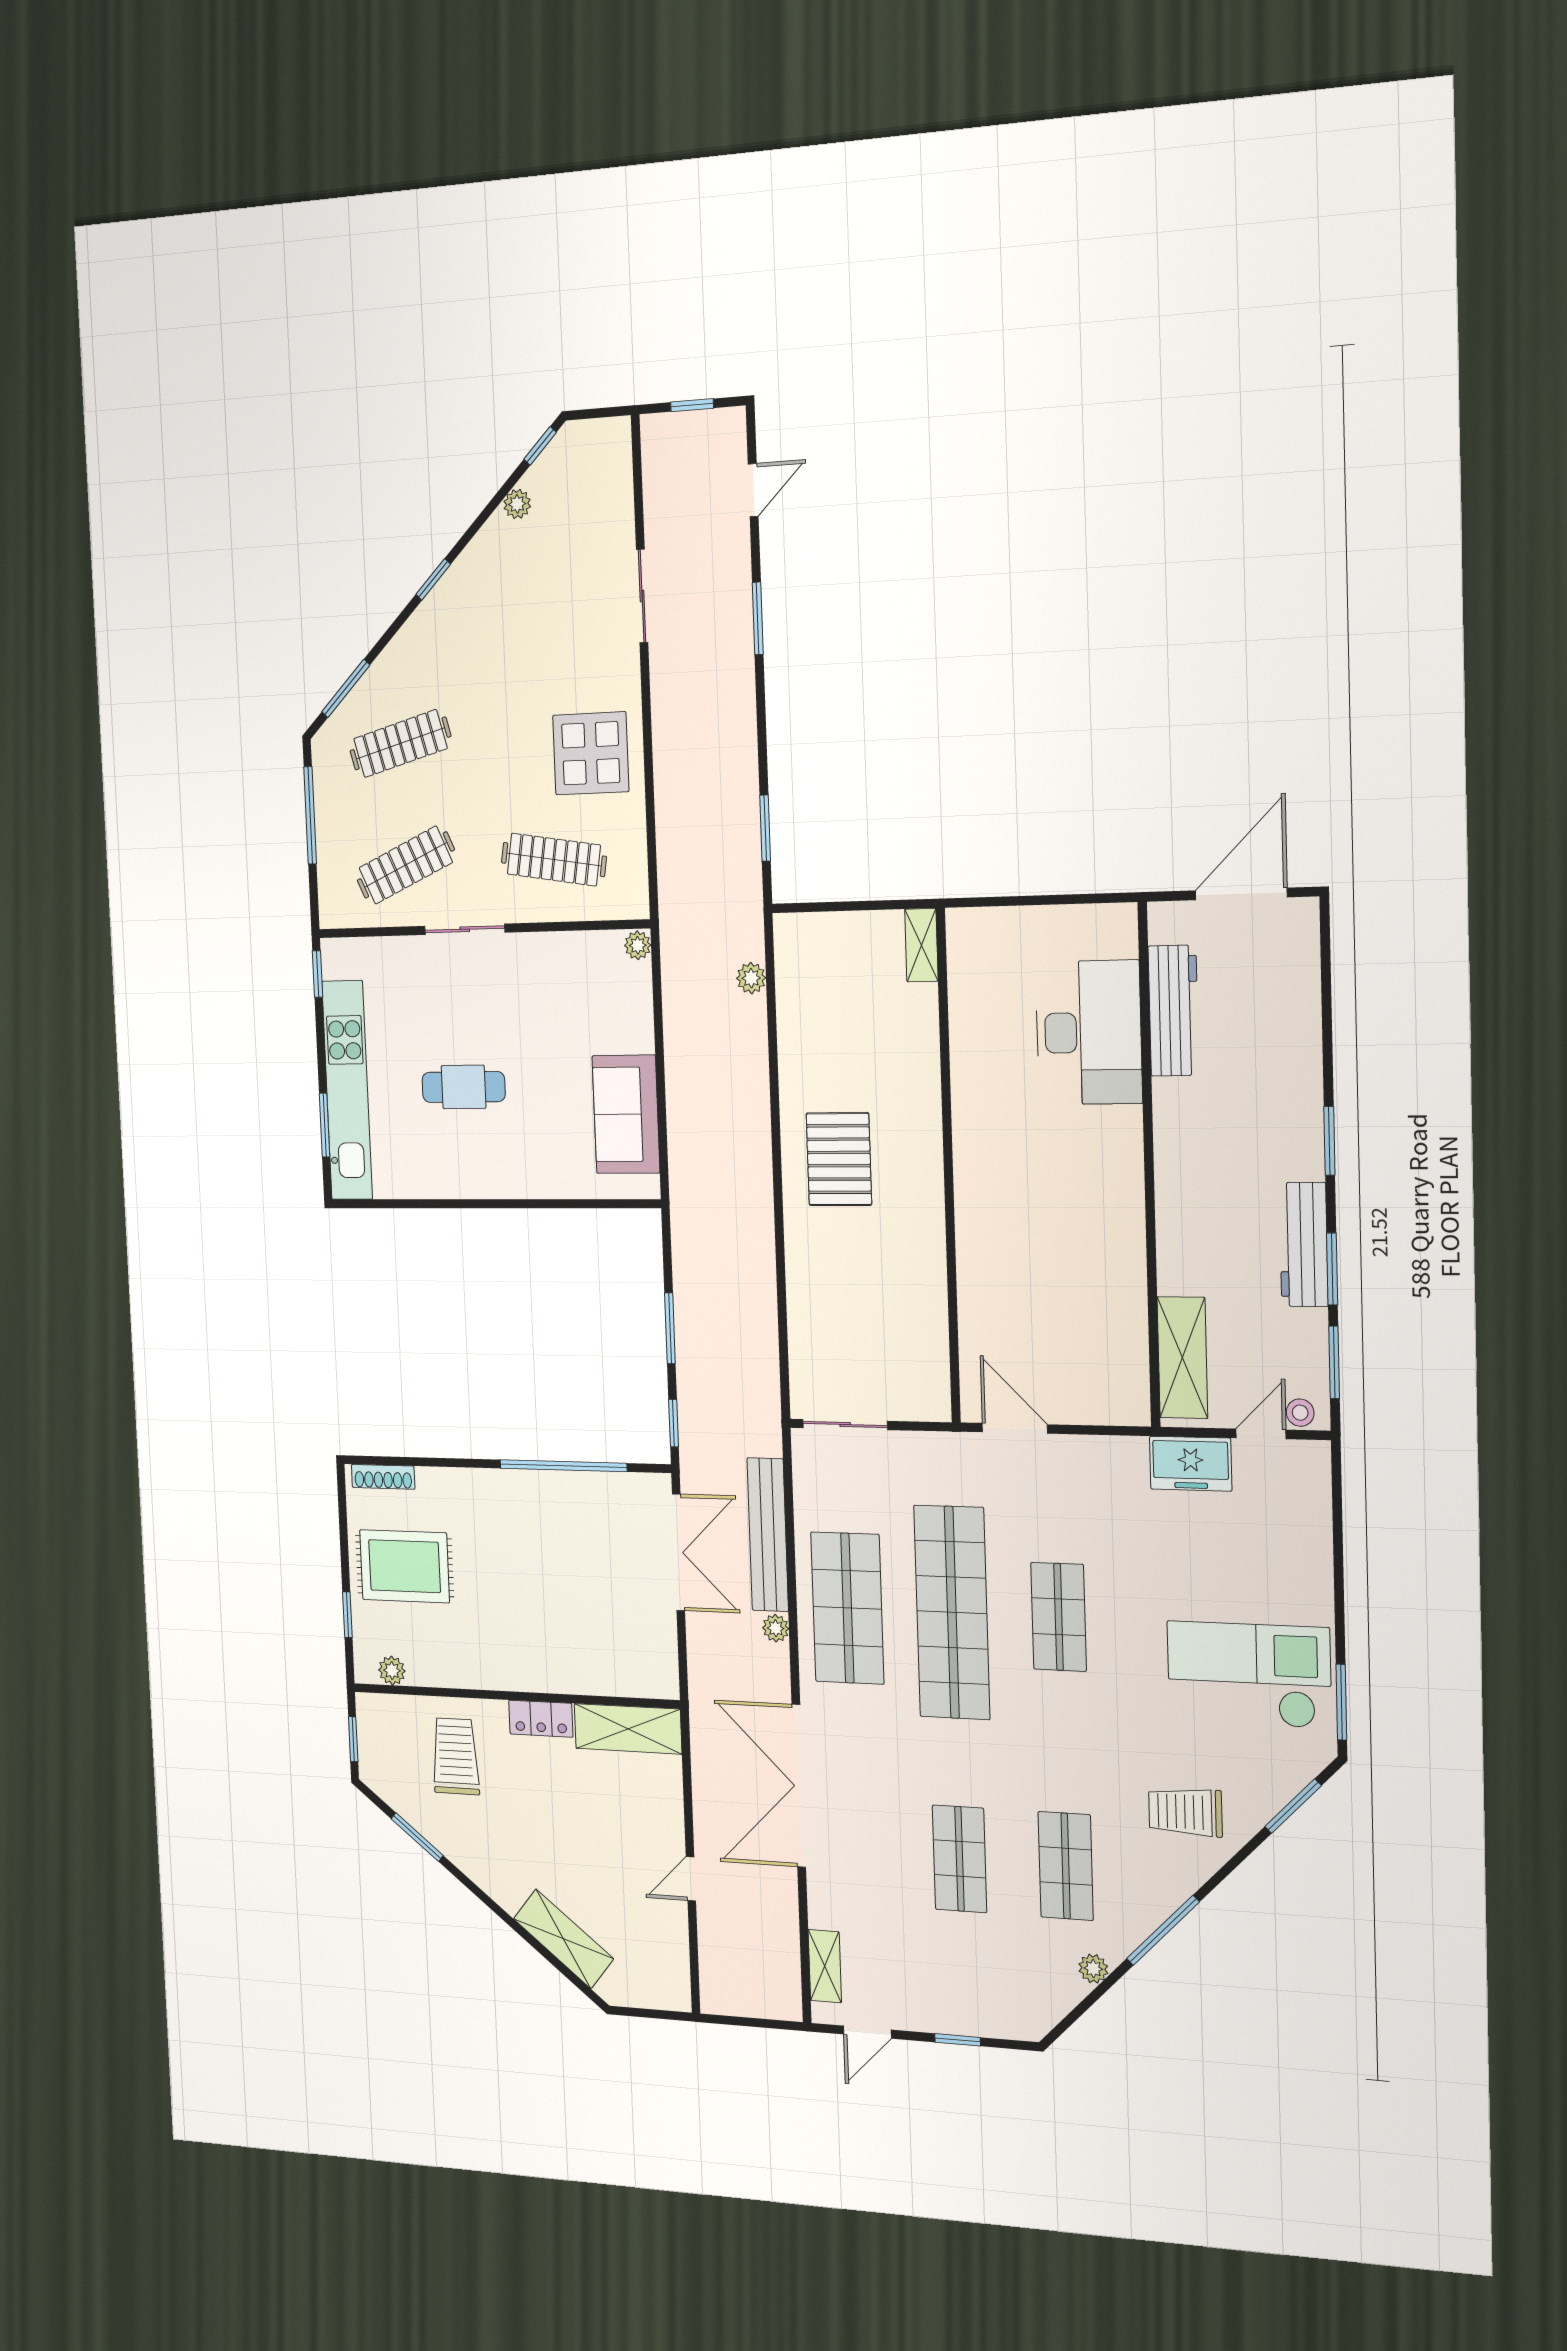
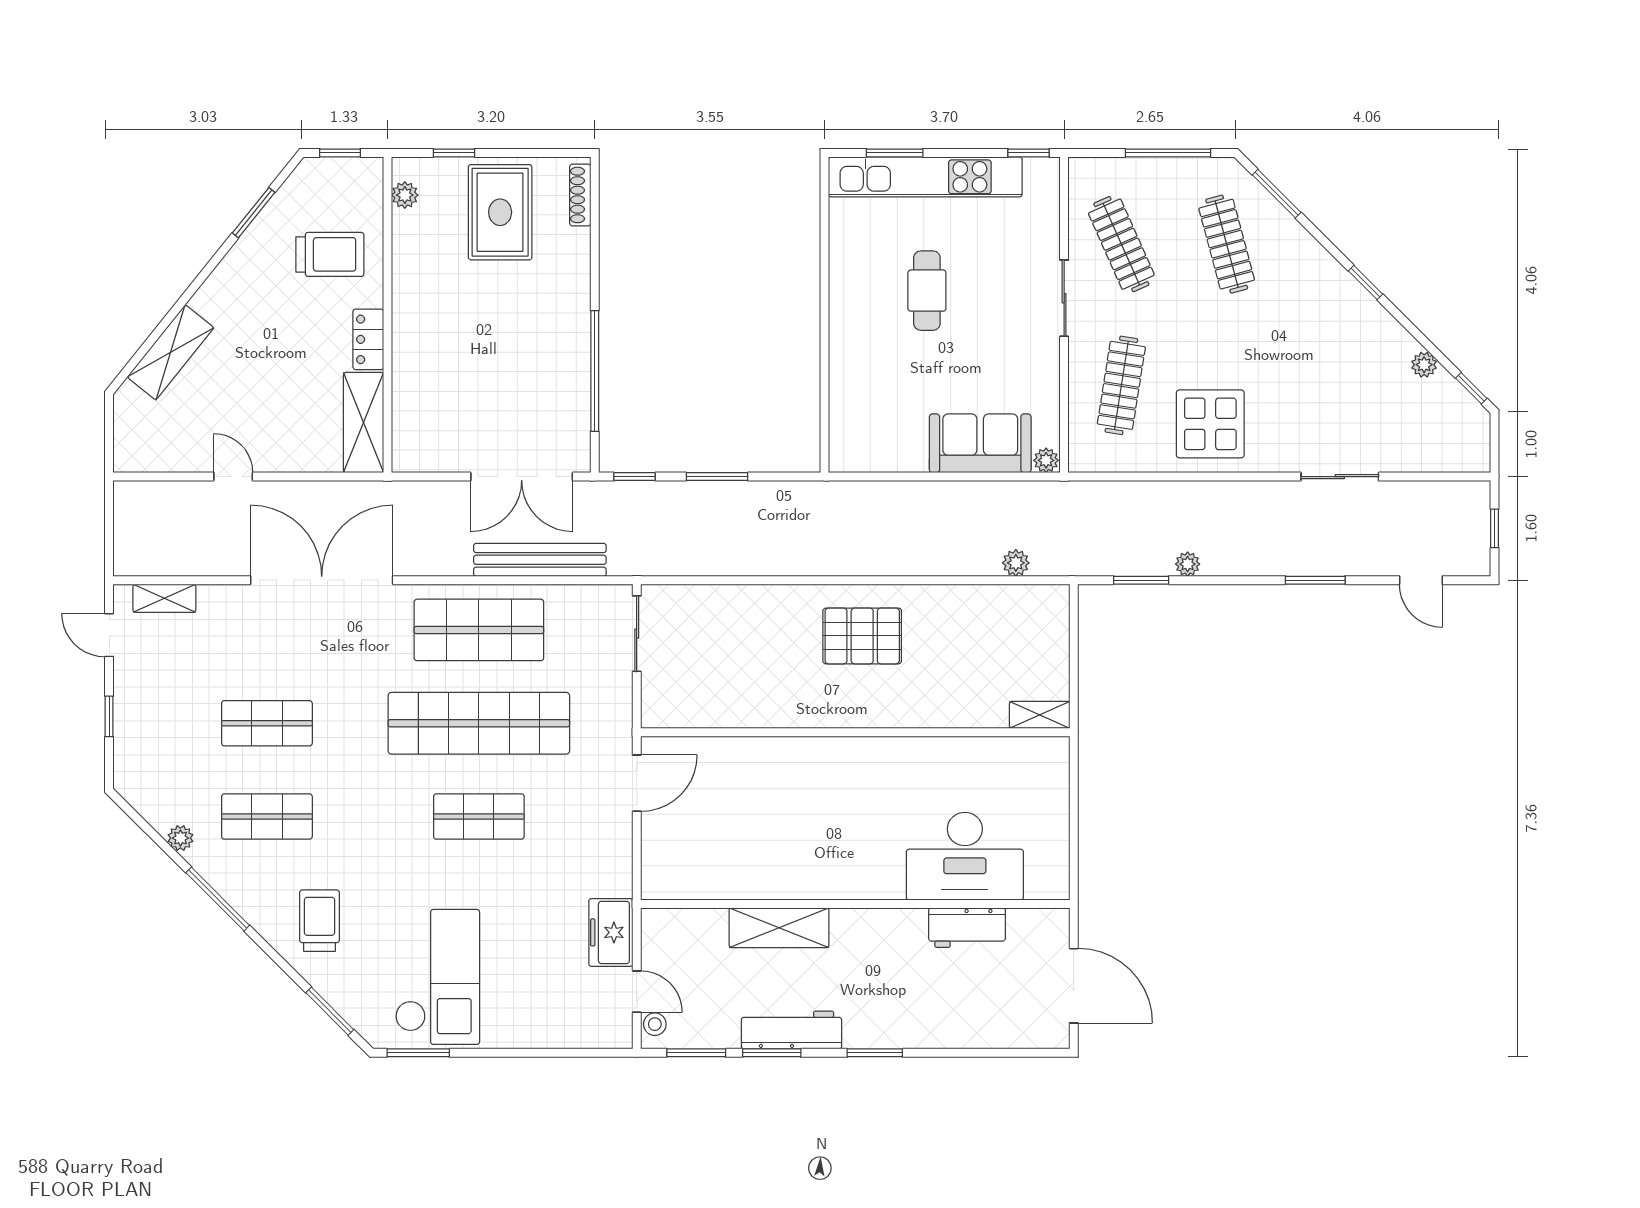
workbench: (1173, 1011) -> (967, 928), width x0.73
sofa: (626, 1114) -> (980, 443), moved
shelving: (1182, 1358) -> (779, 928), moved
plant: (776, 1628) -> (1188, 564), moved

